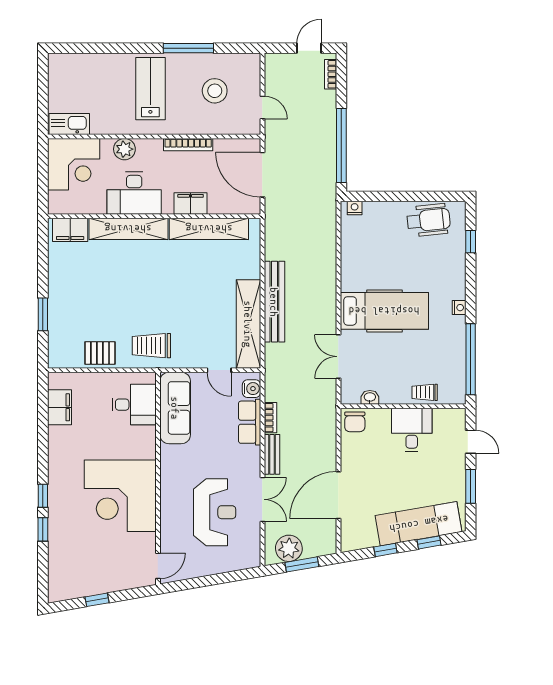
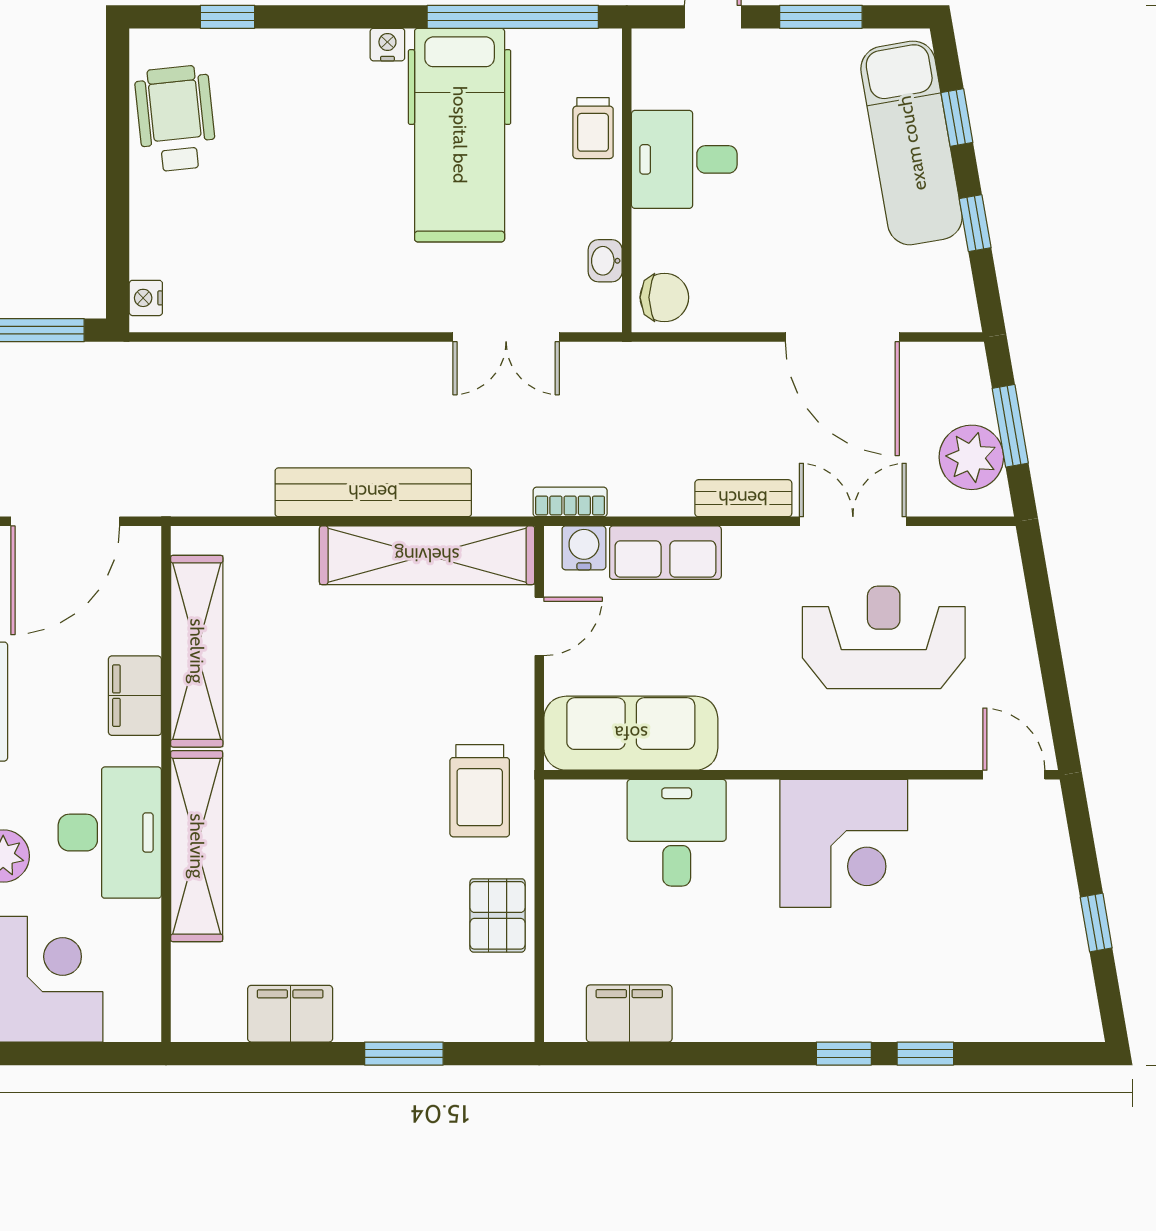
filing cabinet: (70, 230) -> (290, 1014), moved, turned -90
hospital bed: (384, 311) -> (460, 135), moved, turned 180
desk: (134, 405) -> (677, 833), moved
bookcase: (270, 418) -> (570, 502), moved
corner desk: (120, 496) -> (844, 843), width x0.74, depth x0.74

